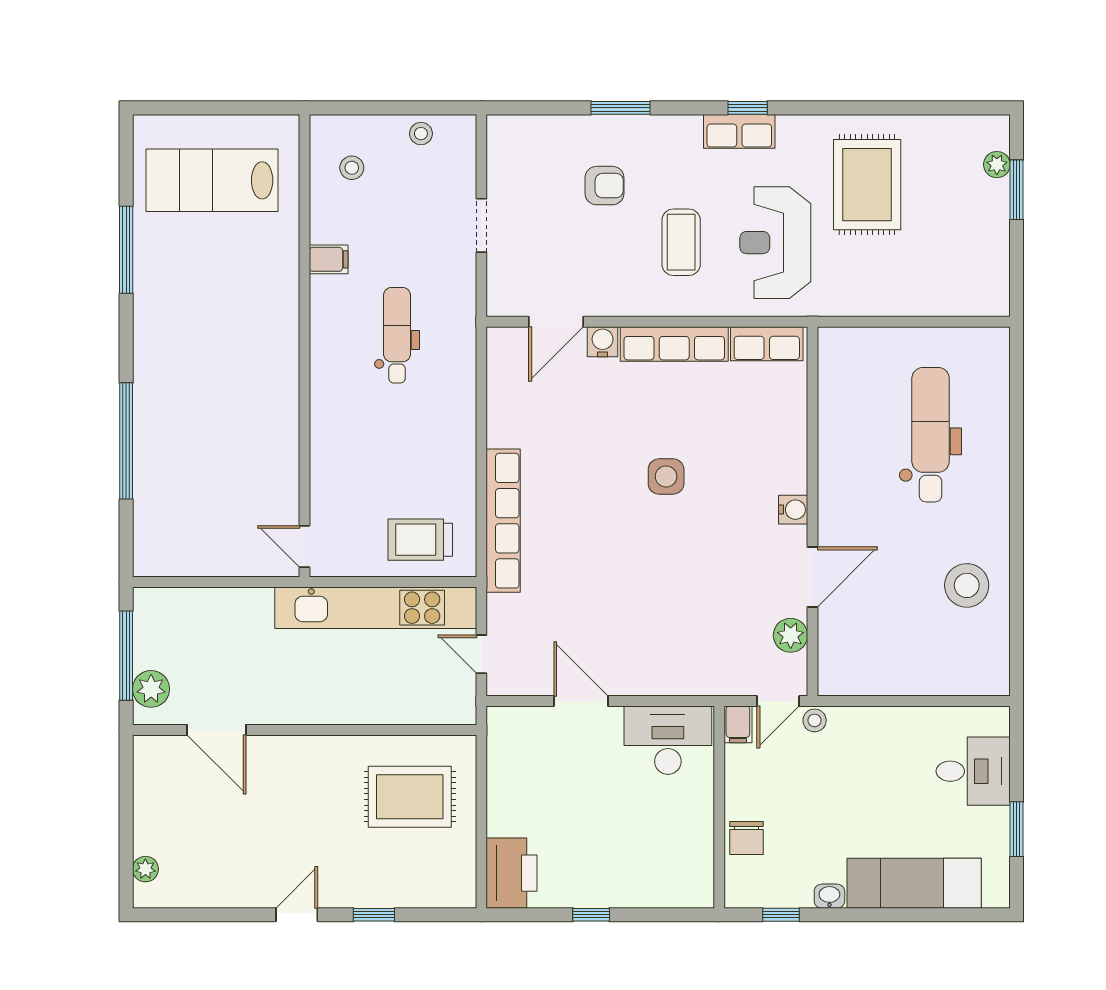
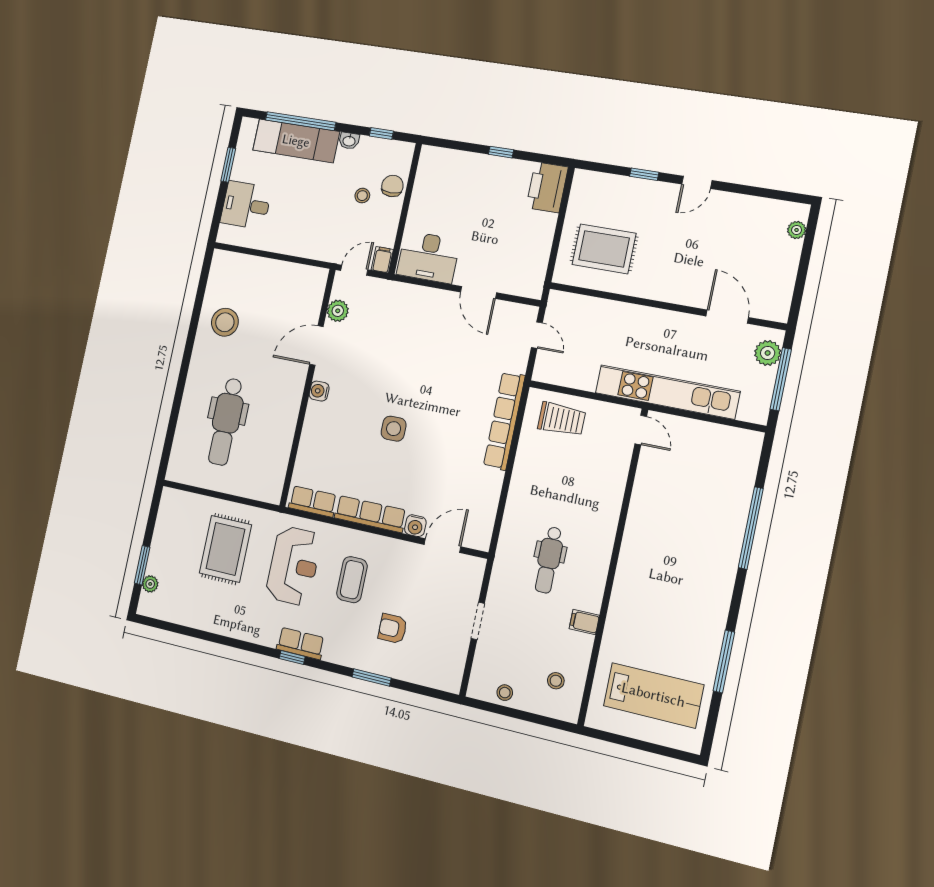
rug: (867, 185) -> (225, 549), moved
kitchen unit: (376, 608) -> (667, 392), moved
stool: (815, 720) -> (362, 196), moved
window: (914, 915) -> (301, 121), added

